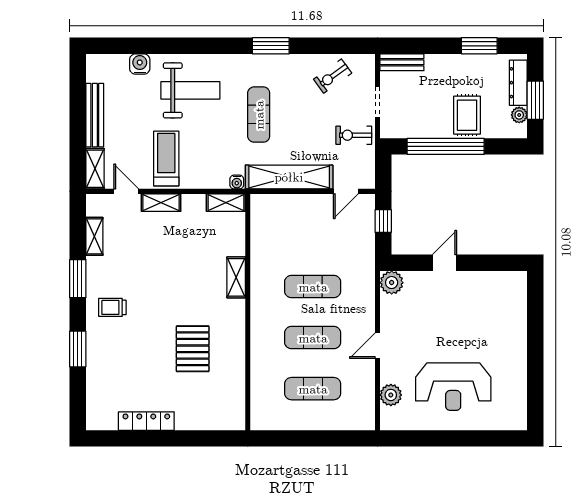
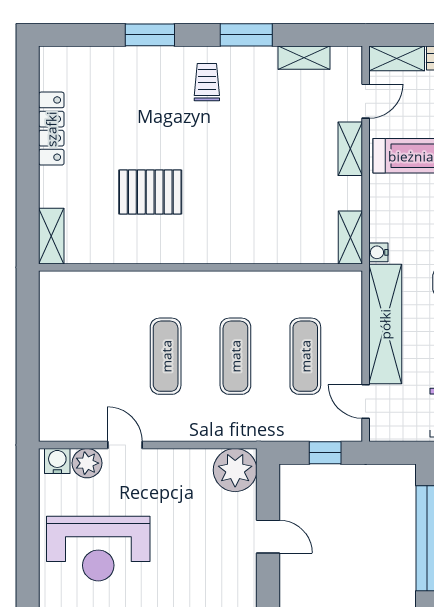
shelving: (236, 277) -> (51, 236), moved, turned 90
plant: (392, 283) -> (235, 470), width x1.36, depth x1.36
door: (378, 346) -> (125, 445), moved
reception desk: (453, 387) -> (98, 549), turned -90
exercise mat: (313, 389) -> (305, 356), moved
water cooler: (389, 417) -> (57, 461), added

